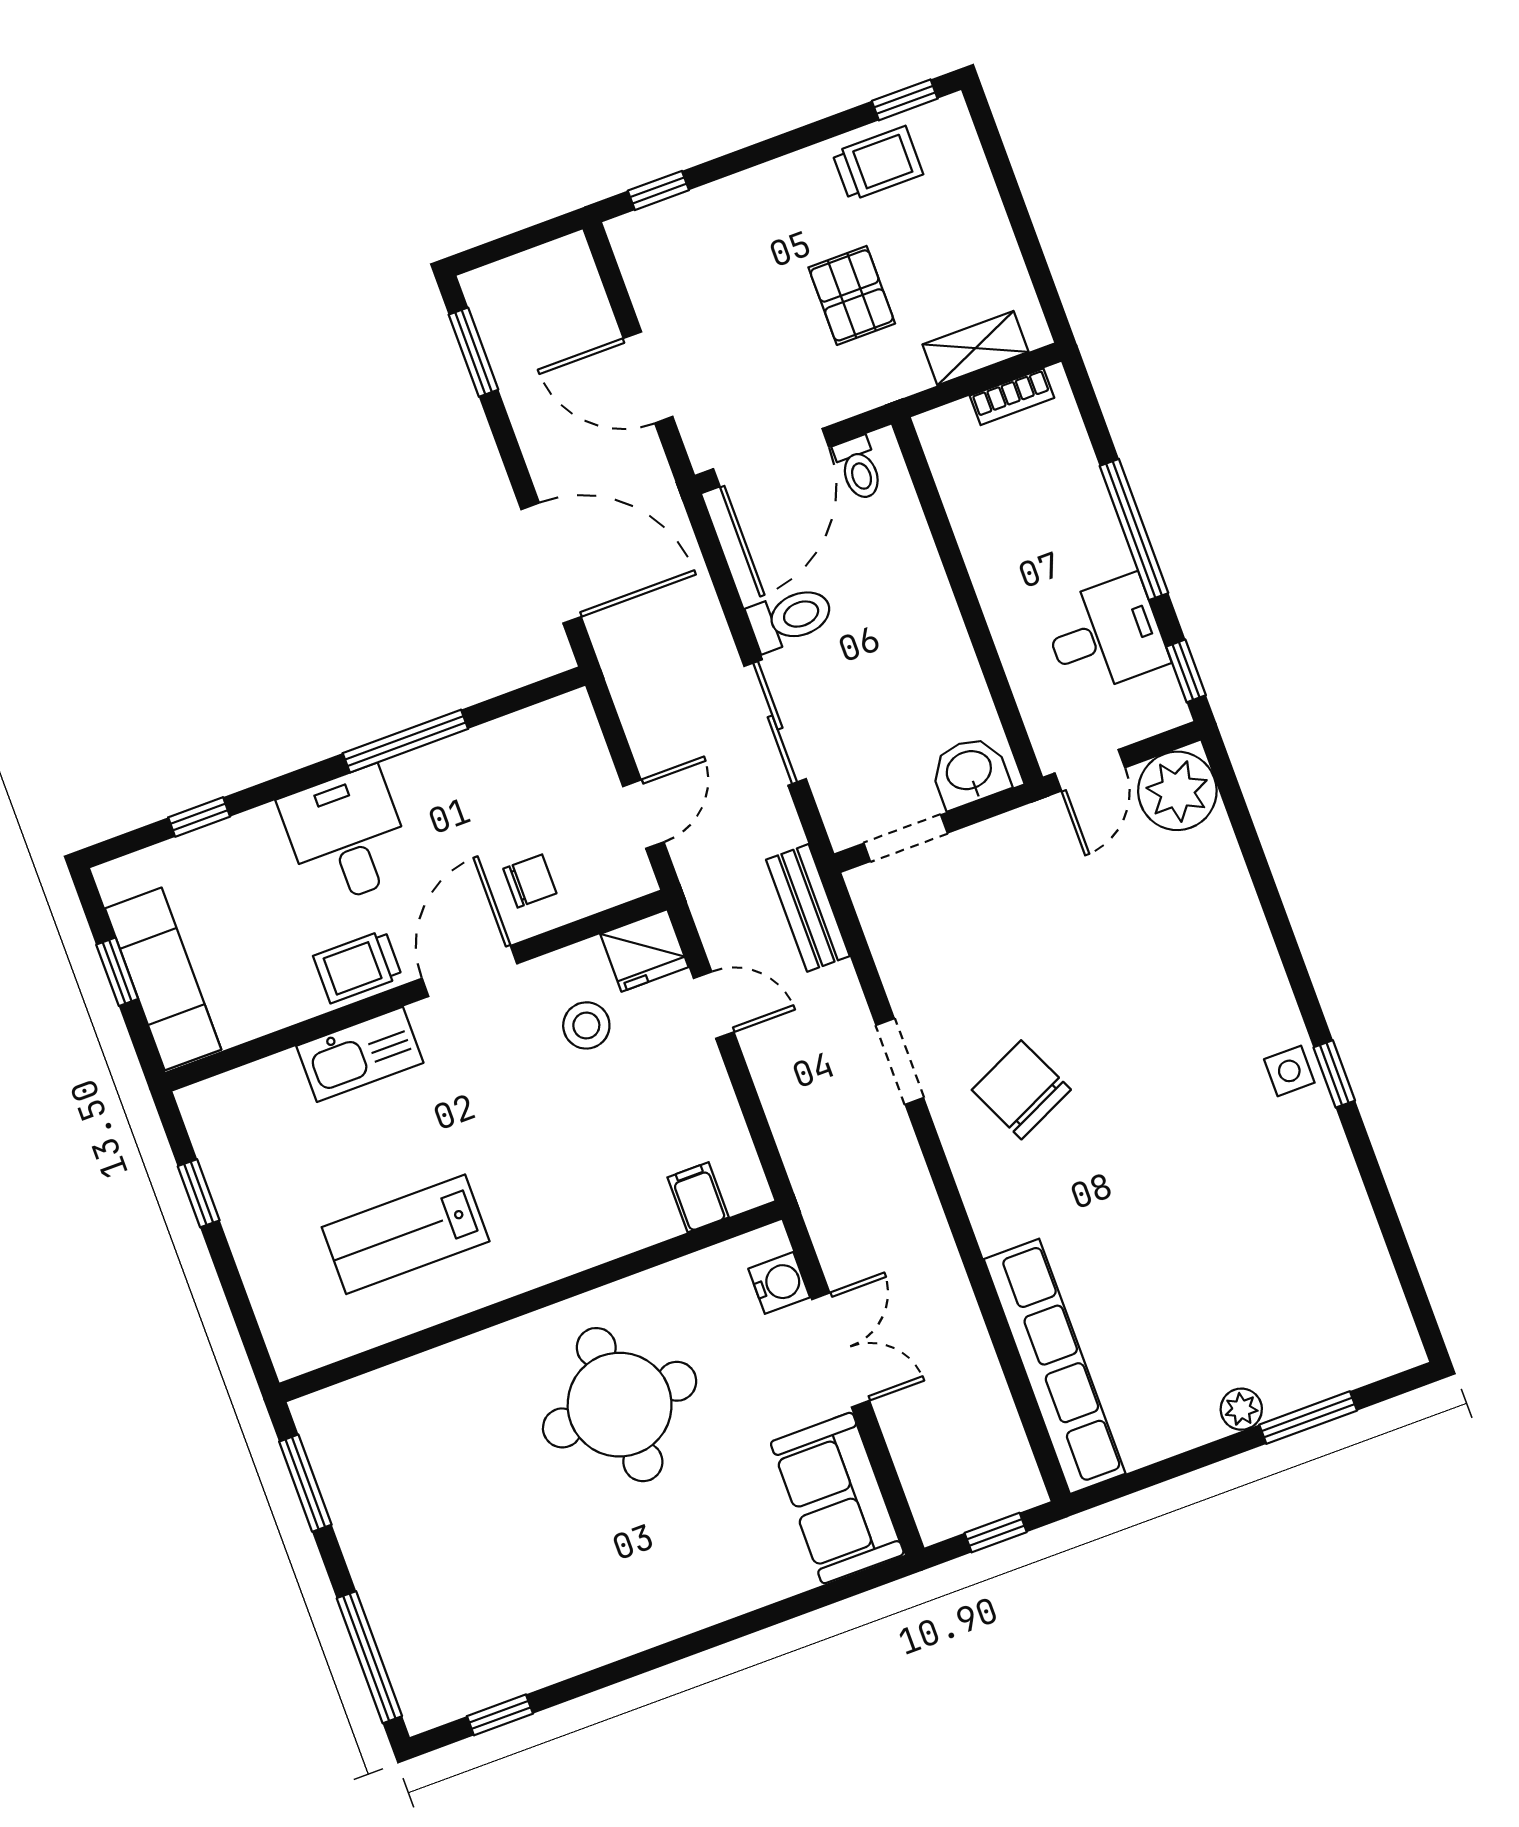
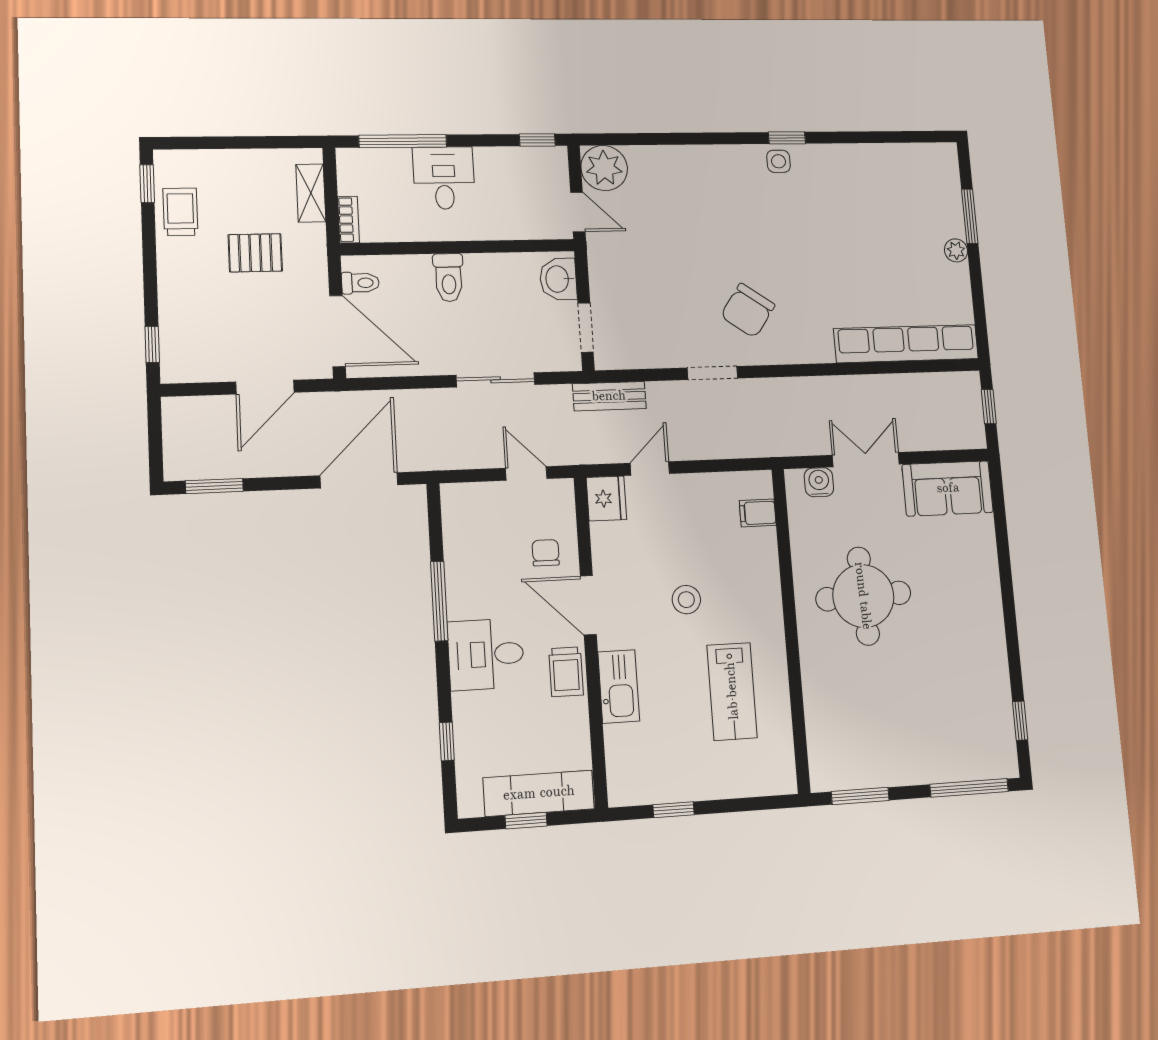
bookcase: (1012, 397) -> (348, 220), moved
window: (1134, 529) -> (403, 141), moved
toilet: (791, 618) -> (449, 278), moved, turned 180
desk: (1105, 635) -> (444, 178), moved
stool: (586, 1025) -> (686, 600), moved
chair: (1021, 1090) -> (748, 311), turned -30

